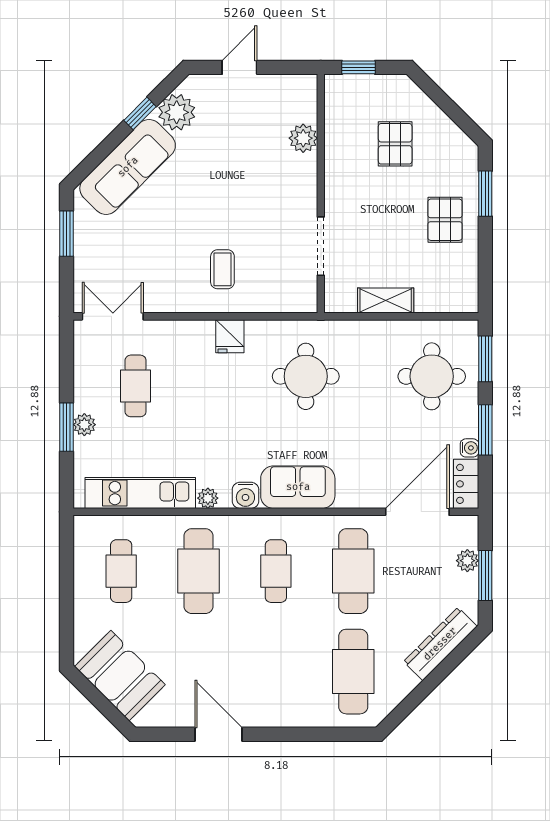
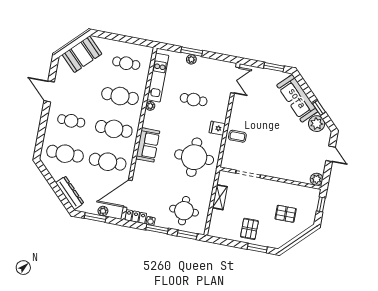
plant: (303, 138) -> (317, 179), moved
pallet: (445, 220) -> (249, 229), turned 90
coffee table: (222, 269) -> (237, 136), moved
round table: (306, 376) -> (194, 157), width x1.36, depth x1.36
cafe table: (136, 386) -> (194, 100), moved
water cooler: (245, 495) -> (148, 122), removed
door: (417, 512) -> (128, 194), swing flipped
cafe table: (276, 571) -> (114, 129), width x1.37, depth x1.35
cafe table: (276, 672) -> (71, 121), added
door: (219, 734) -> (49, 91), swing flipped

